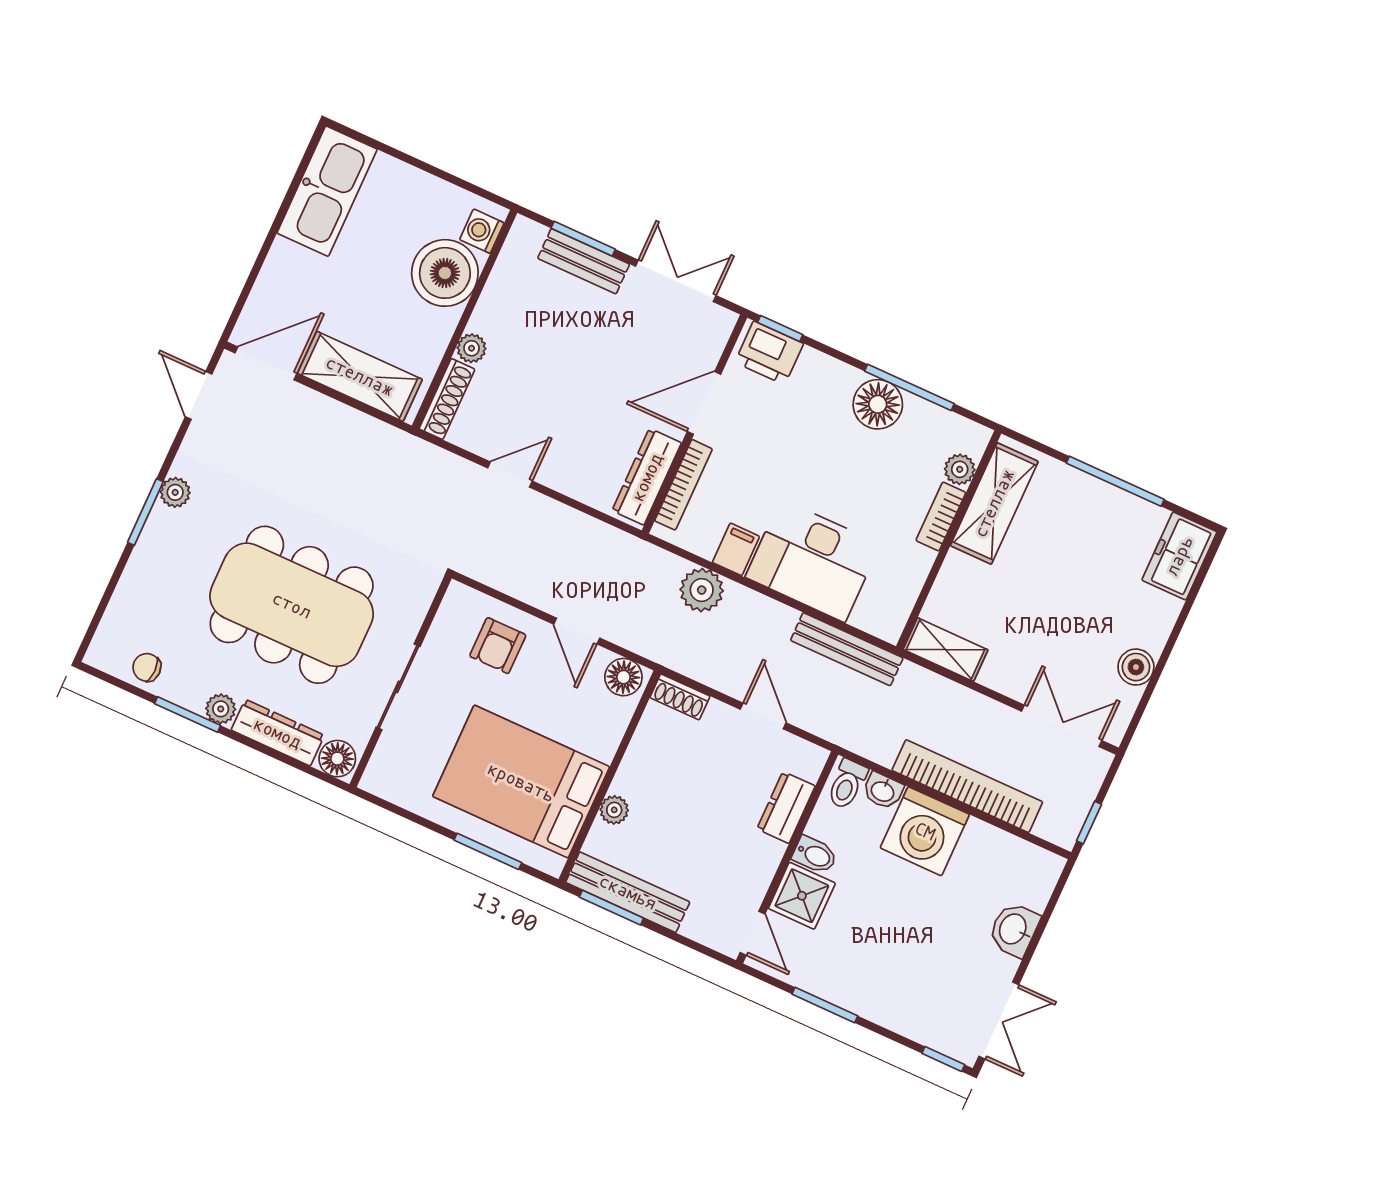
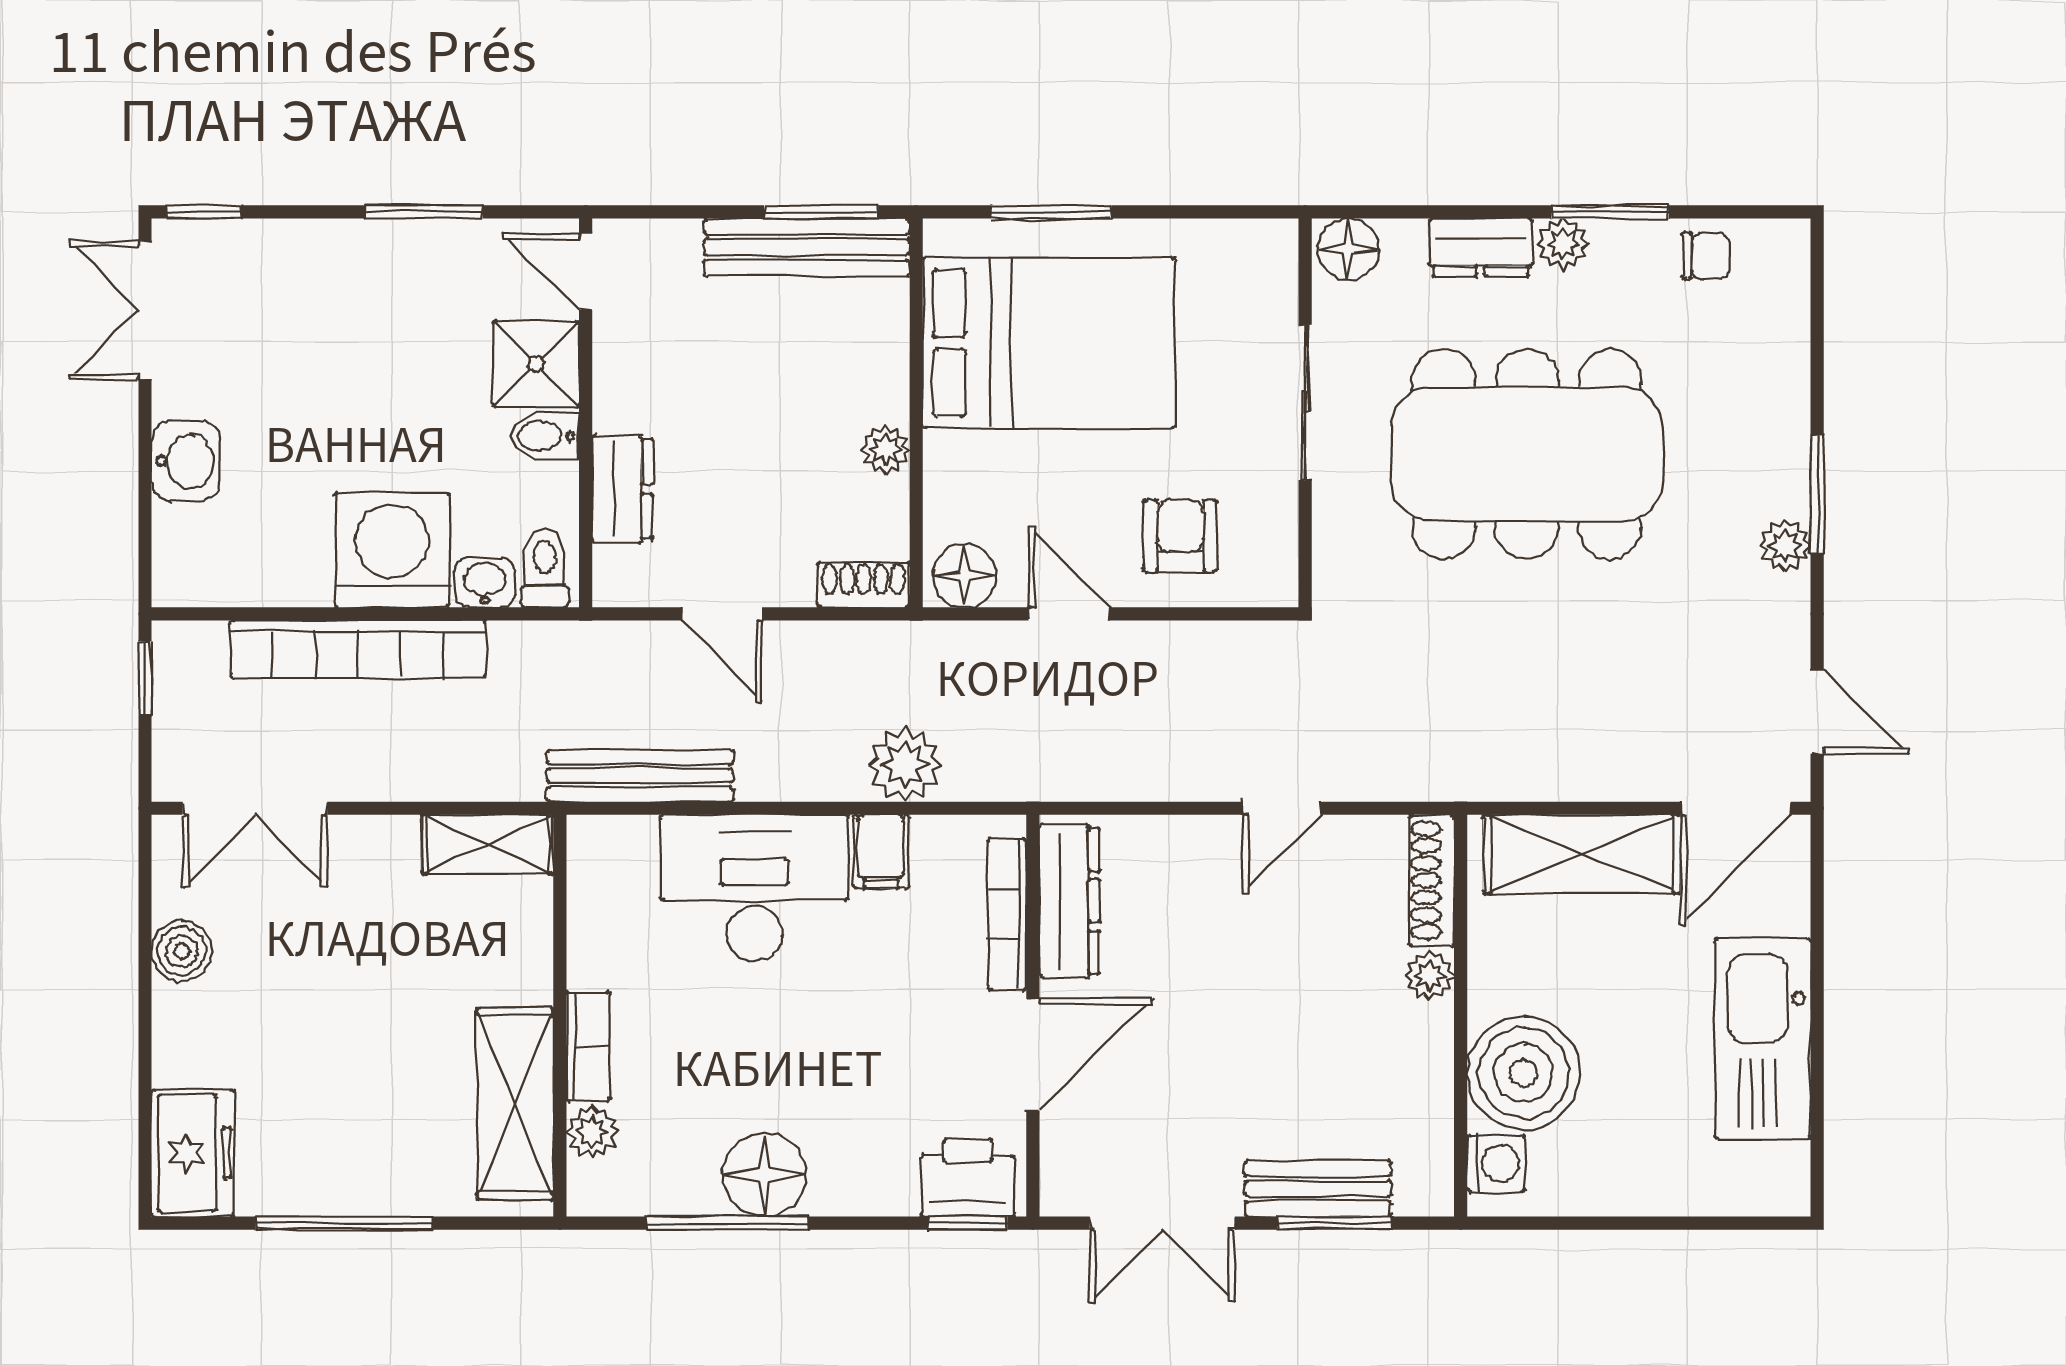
kitchen sink: (327, 191) -> (1763, 1039), moved
dresser: (278, 733) -> (1481, 247), width x0.70
plant: (614, 810) -> (886, 450), moved

